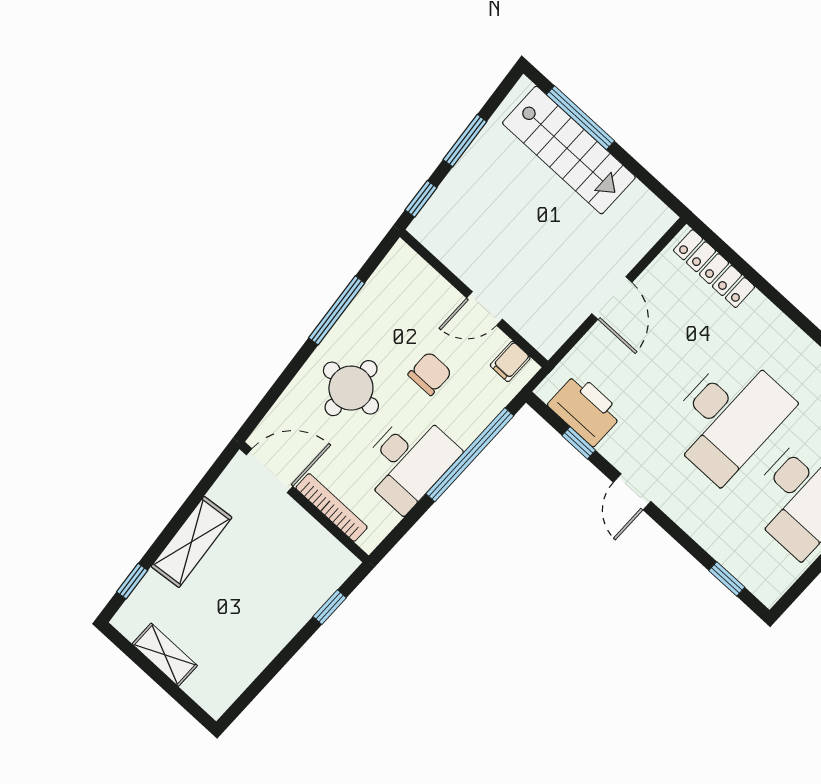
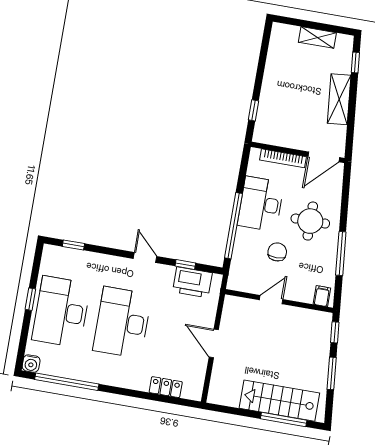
locker: (714, 269) -> (166, 387), width x0.66
filing cabinet: (510, 361) -> (322, 296), moved
chair: (430, 374) -> (277, 252), turned 180

